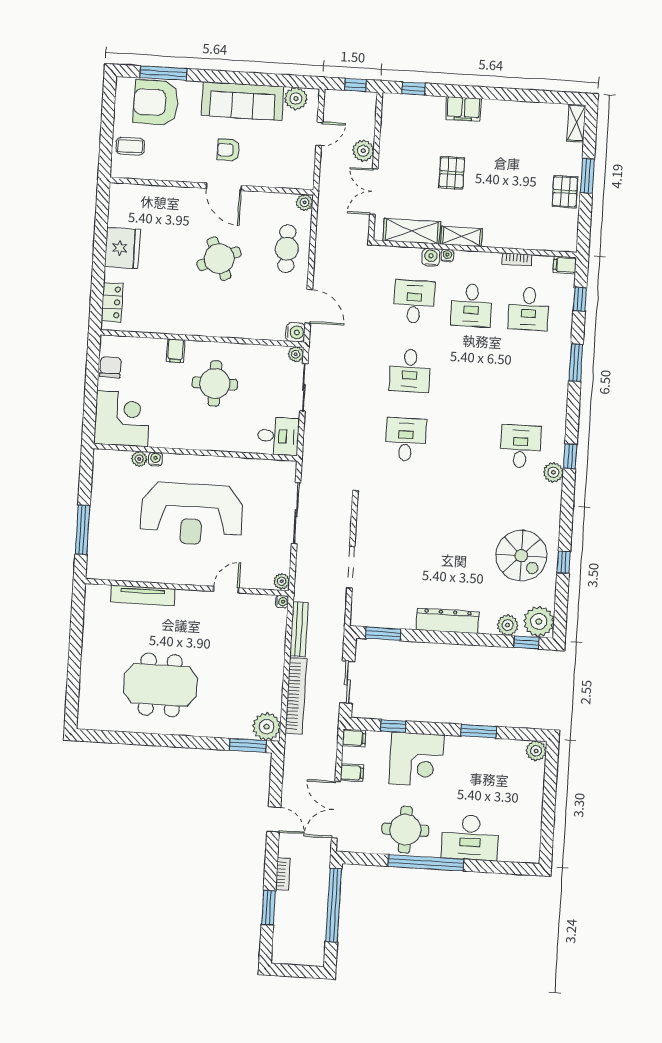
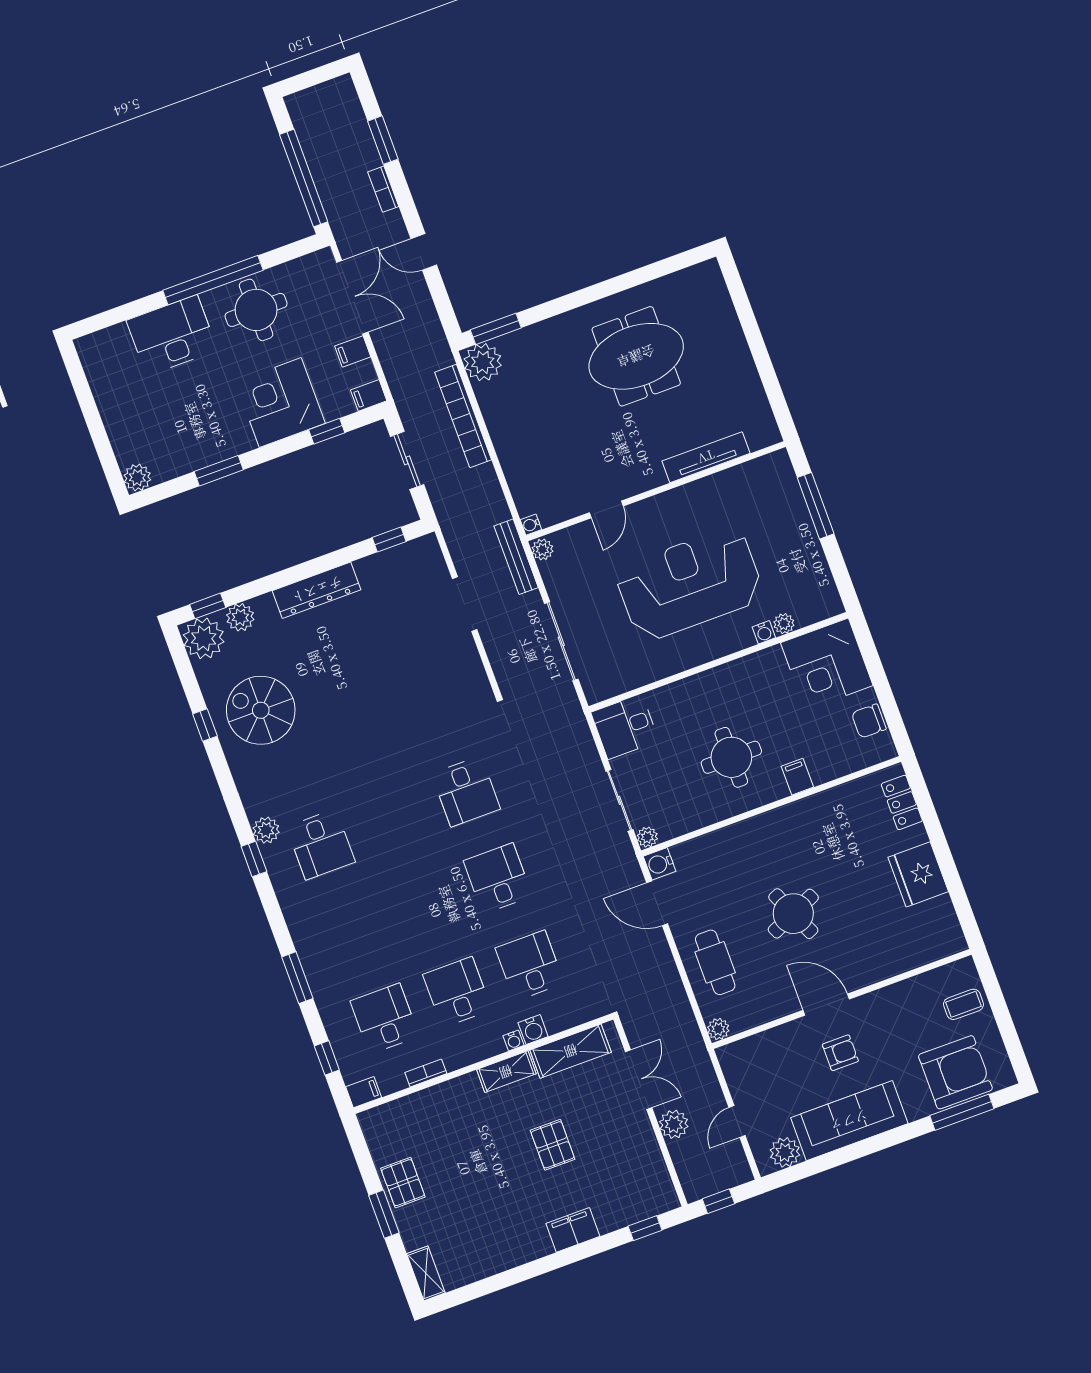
desk: (414, 302) -> (530, 966), turned 180
chair: (110, 367) -> (869, 721), turned 89
bench: (299, 629) -> (516, 557), moved
window: (383, 634) -> (389, 540), width x0.67

